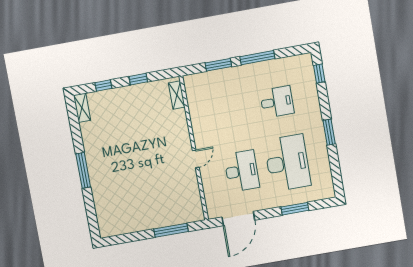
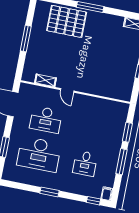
filing cabinet: (304, 60) -> (107, 194), added
shelving: (177, 95) -> (45, 80), moved
pallet: (112, 192) -> (67, 21), added
window: (171, 230) -> (26, 38), moved

